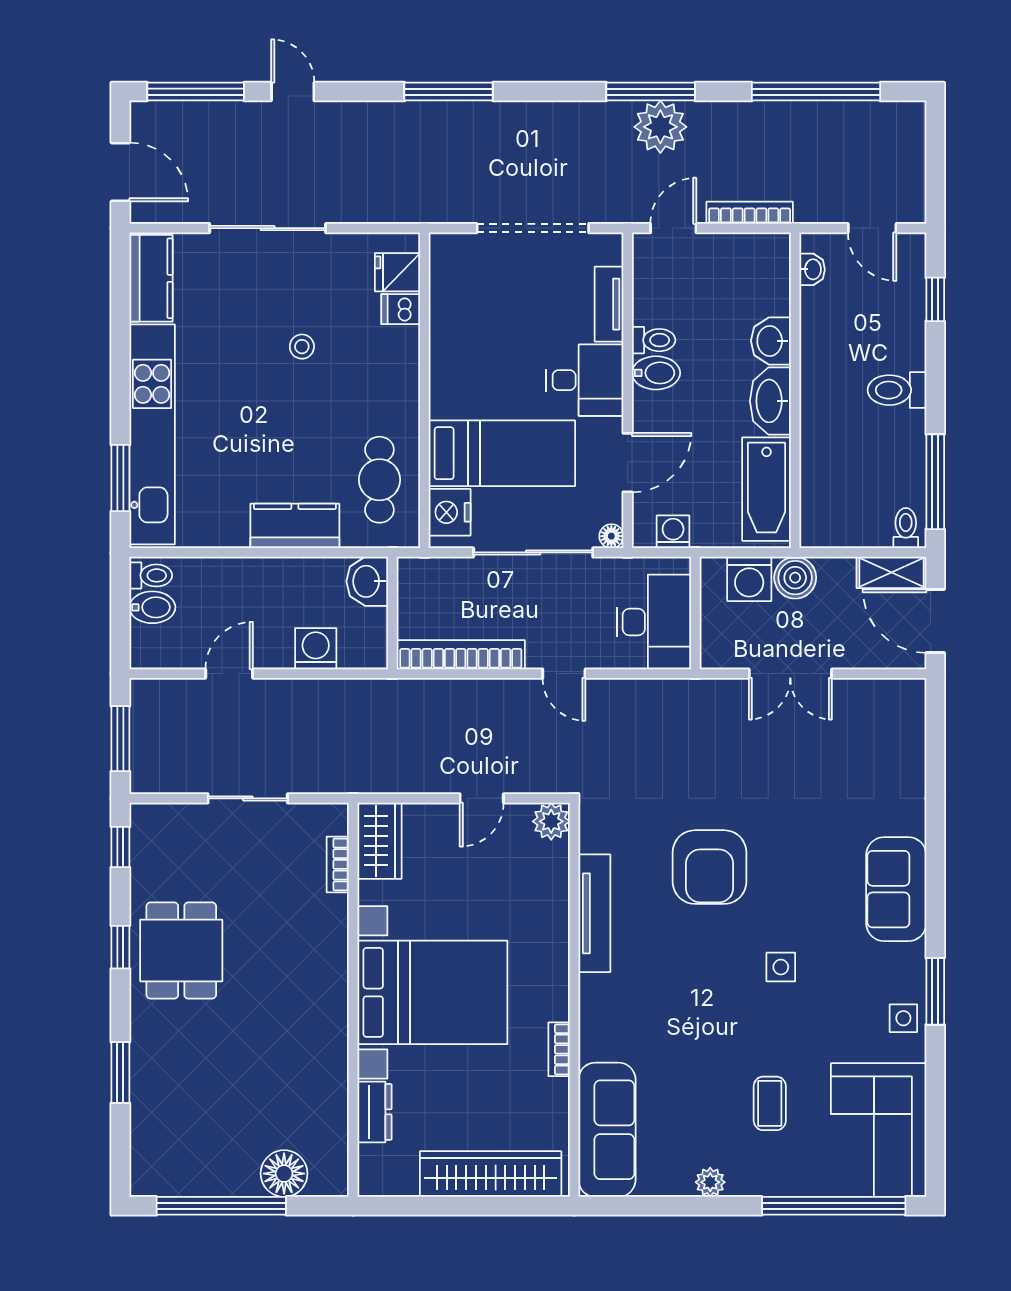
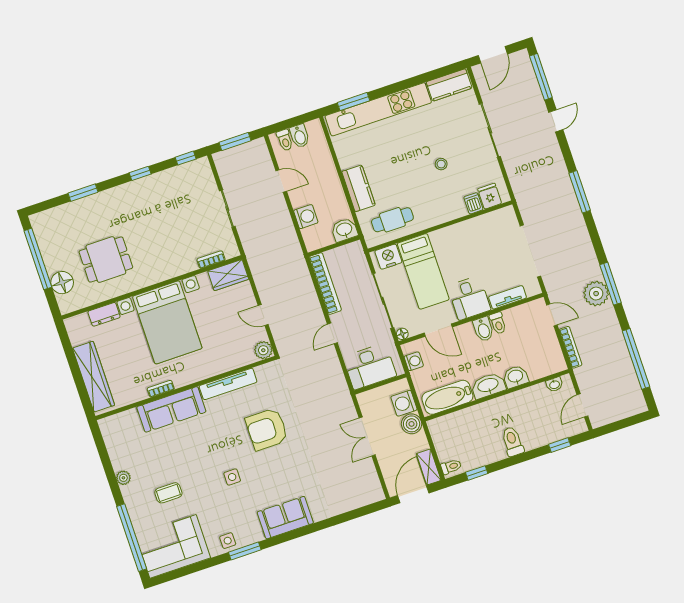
window: (935, 482) -> (477, 473), width x0.46
toilet: (151, 575) -> (285, 140), moved
dining table: (181, 950) -> (106, 260), moved
sofa: (607, 1130) -> (171, 409), moved

